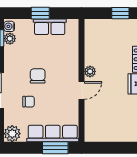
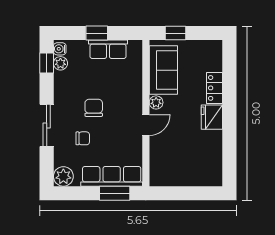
window: (120, 13) -> (175, 33), moved
sofa: (96, 44) -> (163, 70), added

